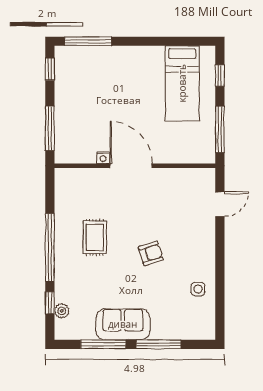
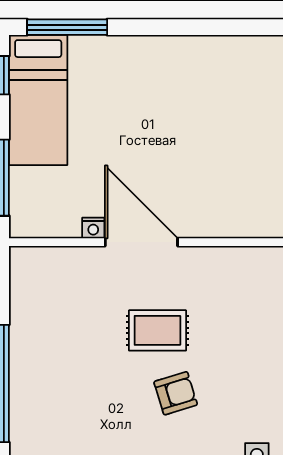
bed: (182, 83) -> (38, 100), moved
rug: (95, 237) -> (157, 330), moved, turned 90

